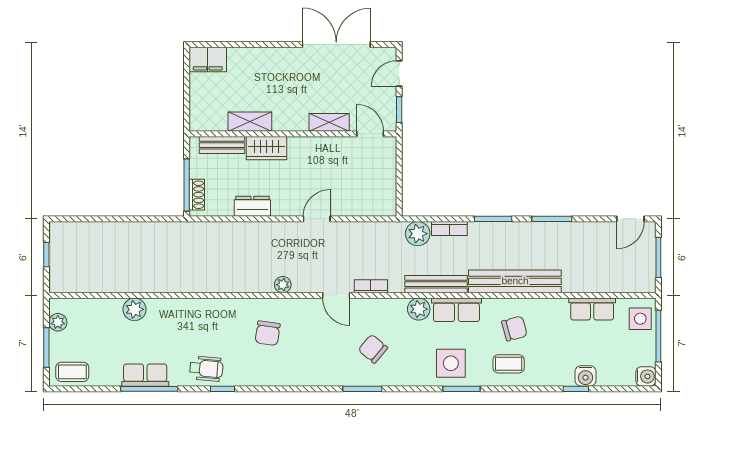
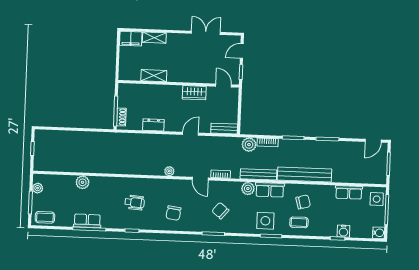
double door: (336, 45) -> (206, 33), width x0.73
shelving: (329, 122) -> (154, 38), moved
bench: (222, 145) -> (224, 129), moved
wardrobe: (267, 148) -> (194, 93), moved
chair: (268, 333) -> (173, 213), moved
wheelchair: (206, 369) -> (135, 202), moved

